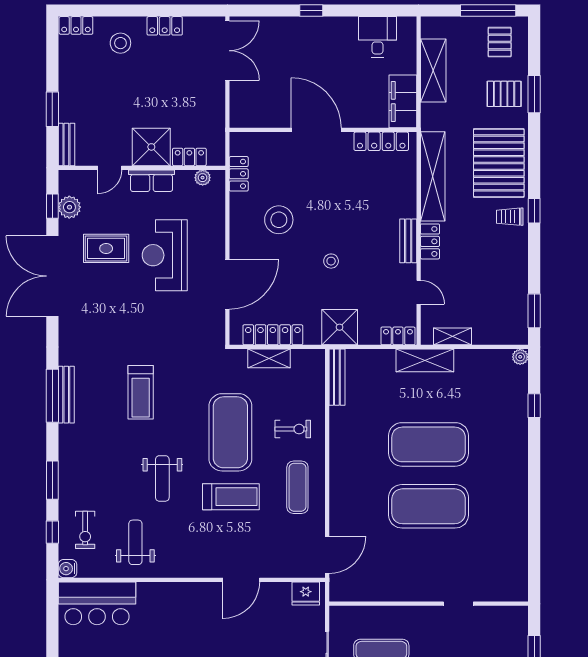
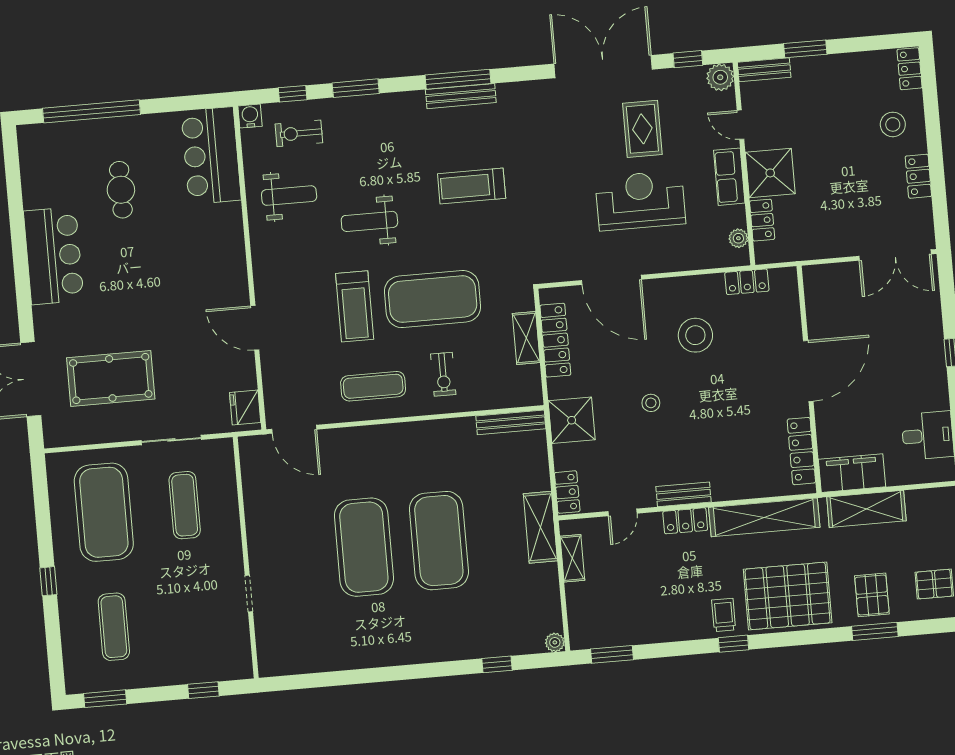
shelving: (433, 70) -> (866, 509), moved
plant: (69, 207) -> (720, 77), moved

